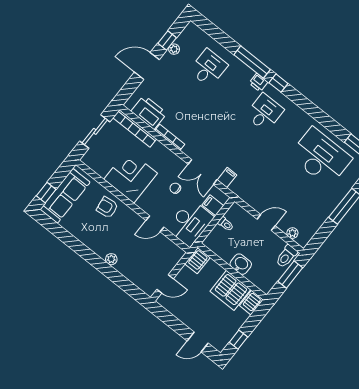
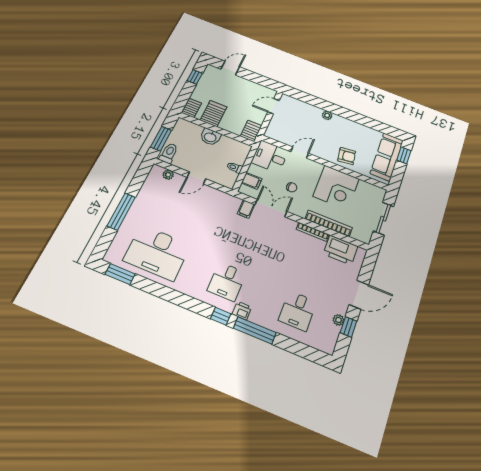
bookcase: (135, 128) -> (329, 223), moved
desk: (190, 223) -> (270, 157), width x0.73
server rack: (230, 290) -> (214, 114), width x0.62

